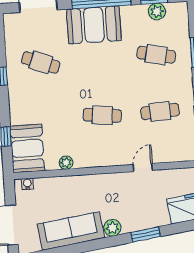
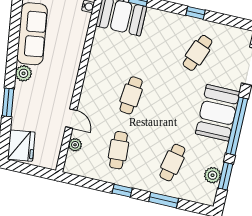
plant: (66, 163) -> (75, 145), moved

